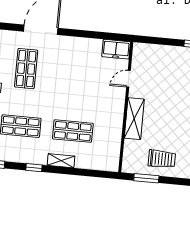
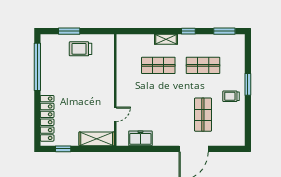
freezer: (116, 49) -> (140, 138), moved
shelving: (134, 119) -> (97, 139), moved, turned 90
window: (146, 178) -> (69, 31), moved

